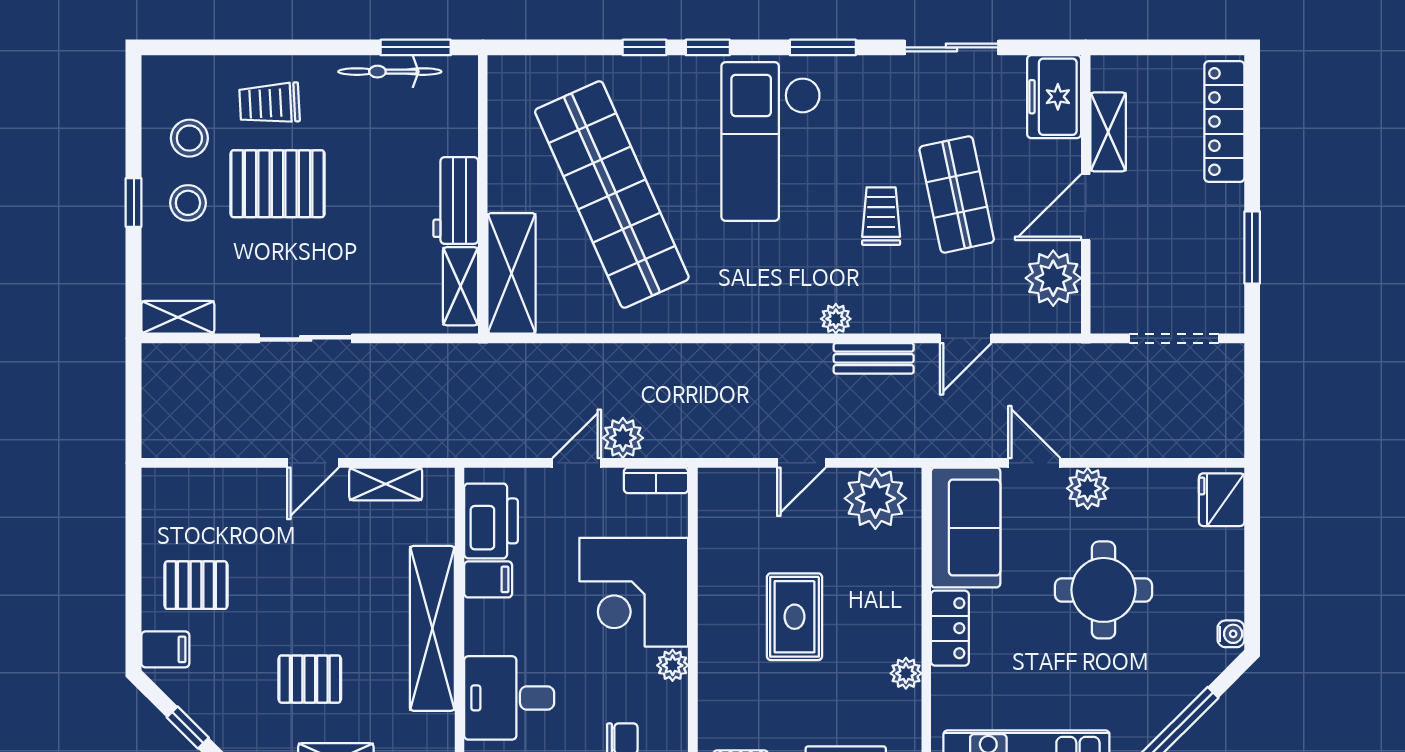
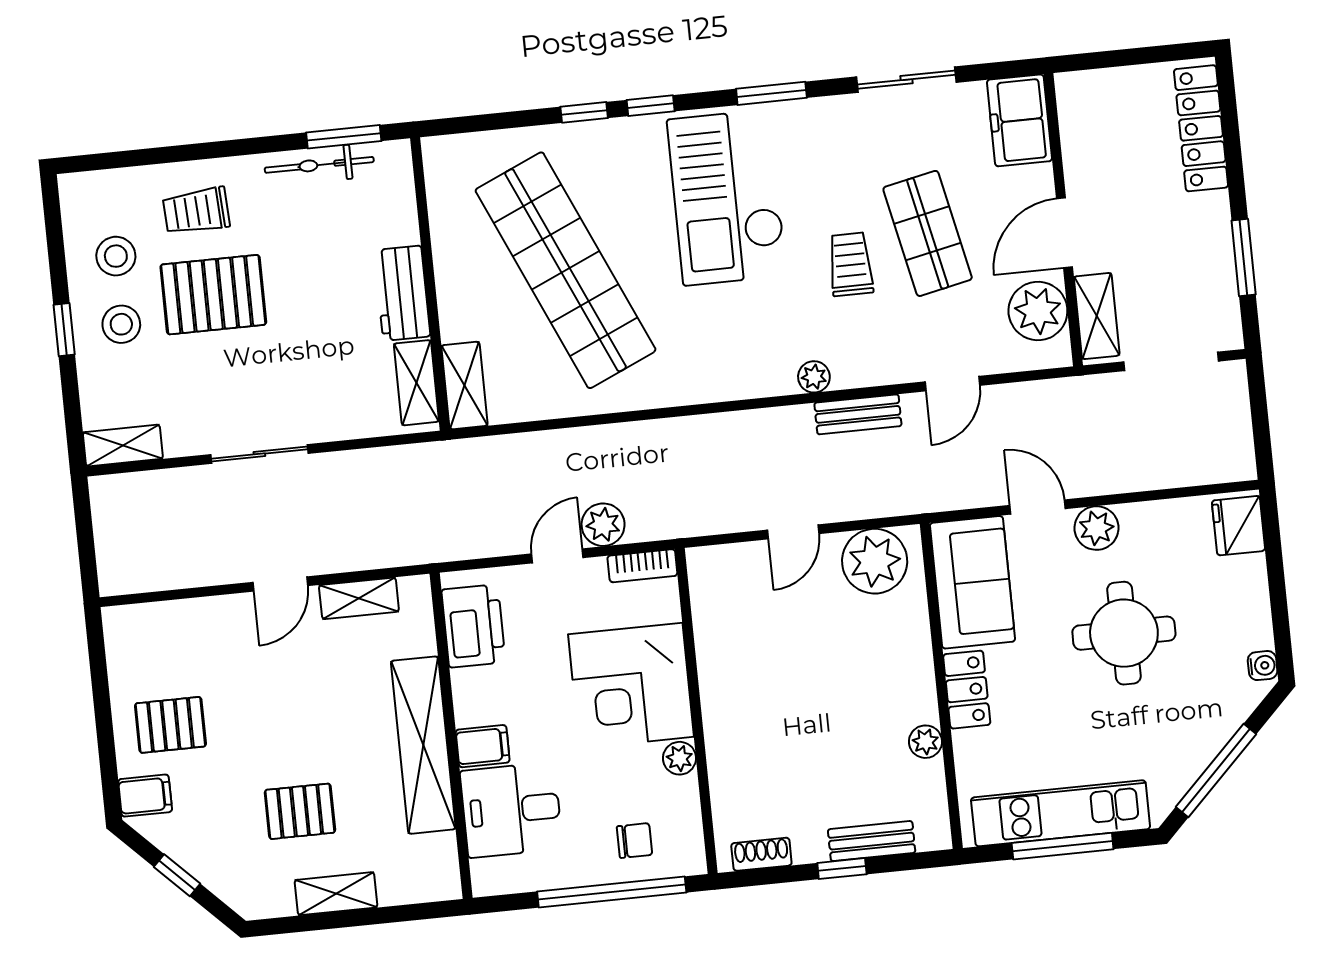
shelving: (1108, 132) -> (1097, 316), moved
shelving: (512, 273) -> (464, 386), width x0.67, depth x0.75
filing cabinet: (488, 579) -> (483, 746), moved
rug: (795, 617) -> (802, 694), removed

